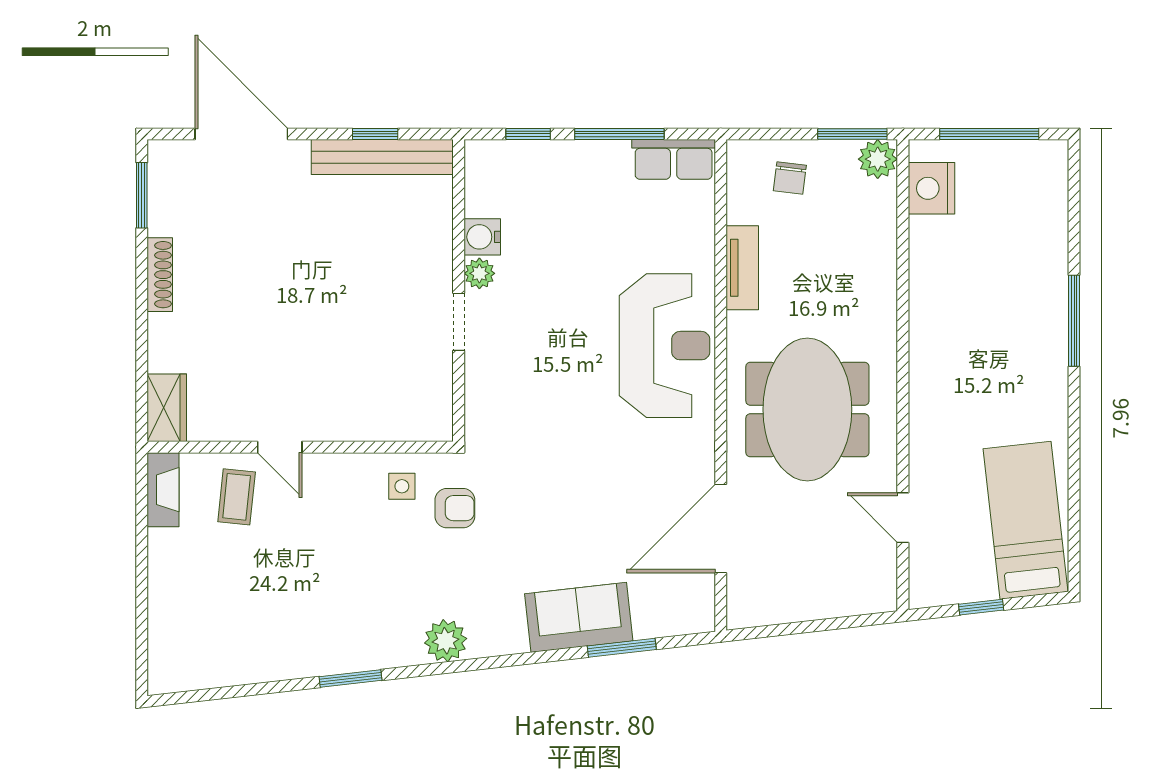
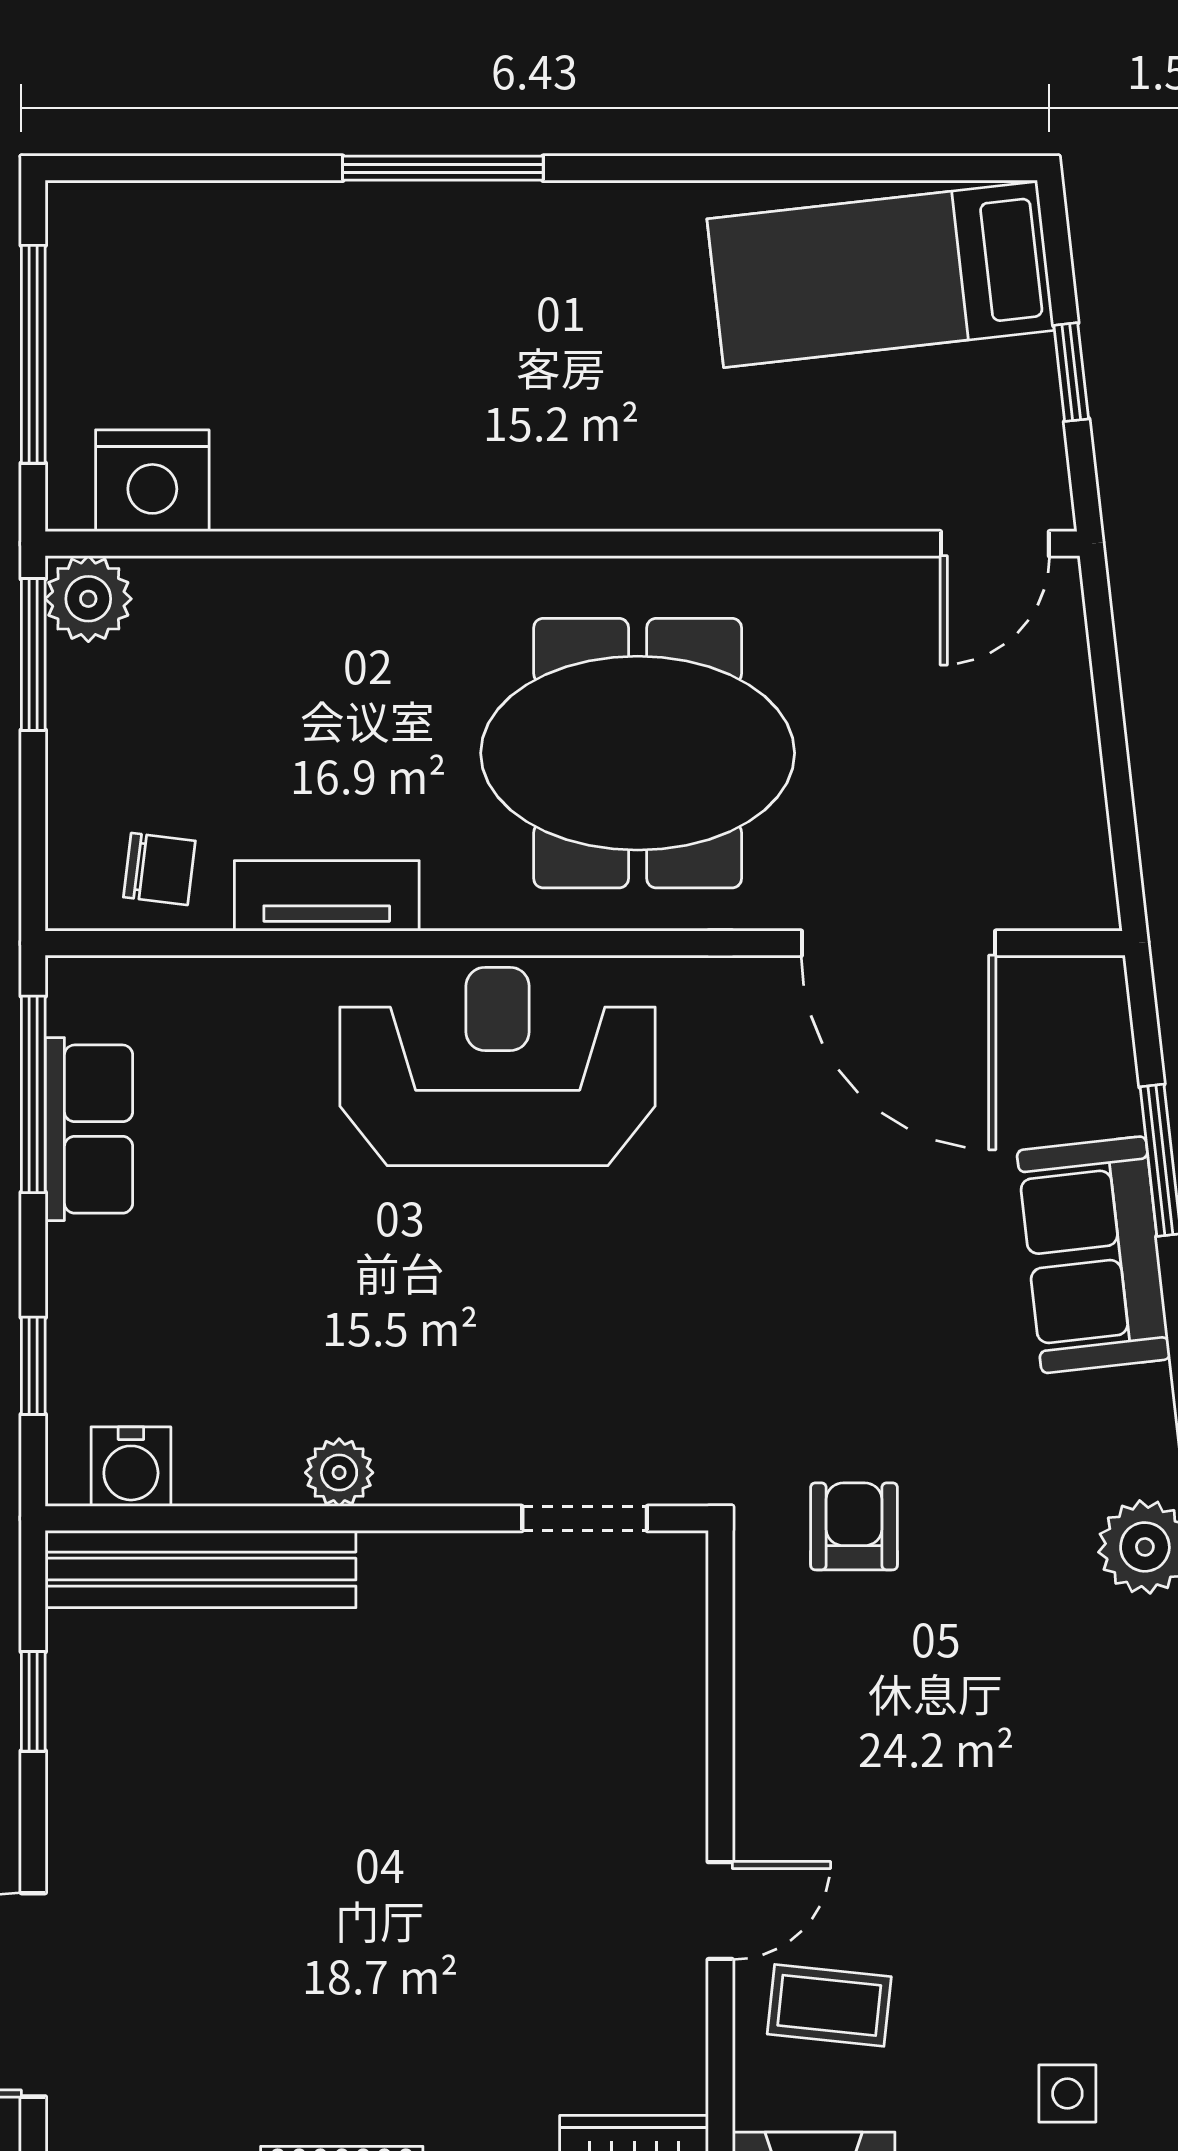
window: (619, 134) -> (33, 1094), moved
bench: (382, 157) -> (201, 1569), moved, turned 90
row of seats: (674, 159) -> (89, 1129), moved
chair: (790, 178) -> (159, 869), moved
water cooler: (482, 237) -> (131, 1467), moved
doorway: (459, 322) -> (585, 1518), moved
side table: (402, 486) -> (1067, 2094), moved
door: (903, 518) -> (995, 544), moved

